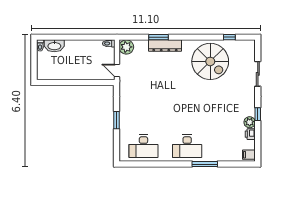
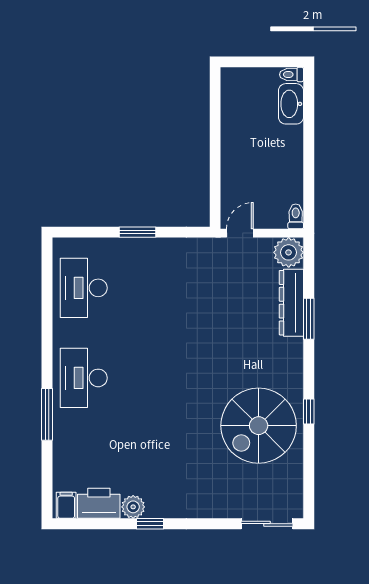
window: (229, 37) -> (309, 412), moved
dresser: (165, 46) -> (291, 303), moved
sliding door: (258, 74) -> (267, 524), moved
printer: (250, 134) -> (99, 503), width x1.87, depth x1.48

